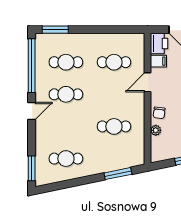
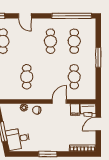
window: (55, 30) -> (98, 57), moved
door: (148, 82) -> (59, 102), hinge flipped
door: (32, 111) -> (25, 16), moved

